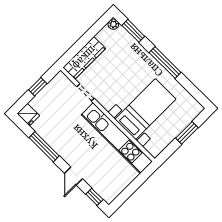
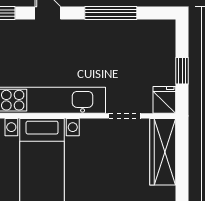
fridge: (28, 115) -> (164, 100), moved, turned 90

